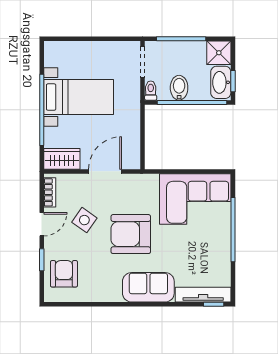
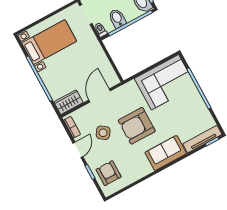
bed with nightstands: (79, 97) -> (49, 42), moved

